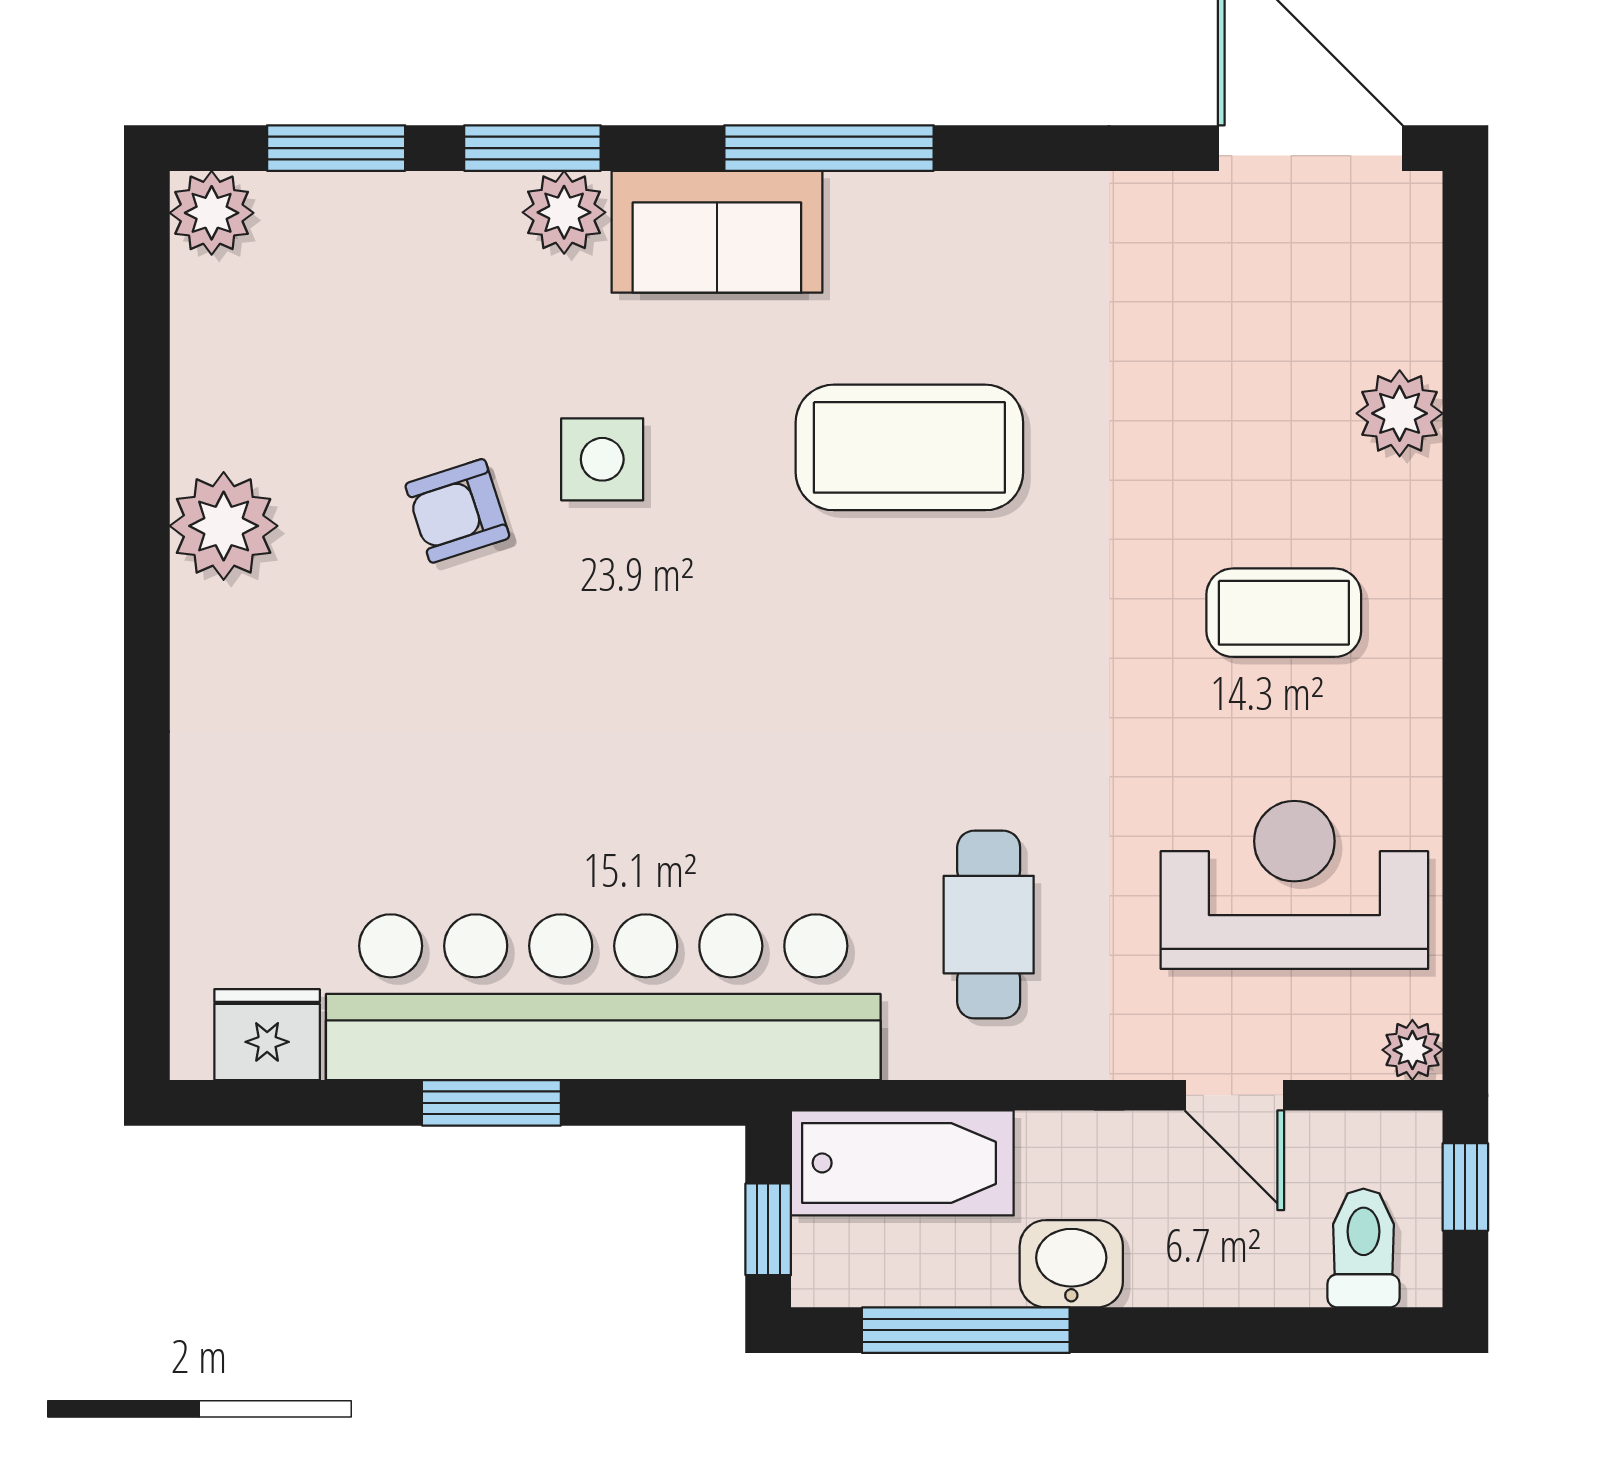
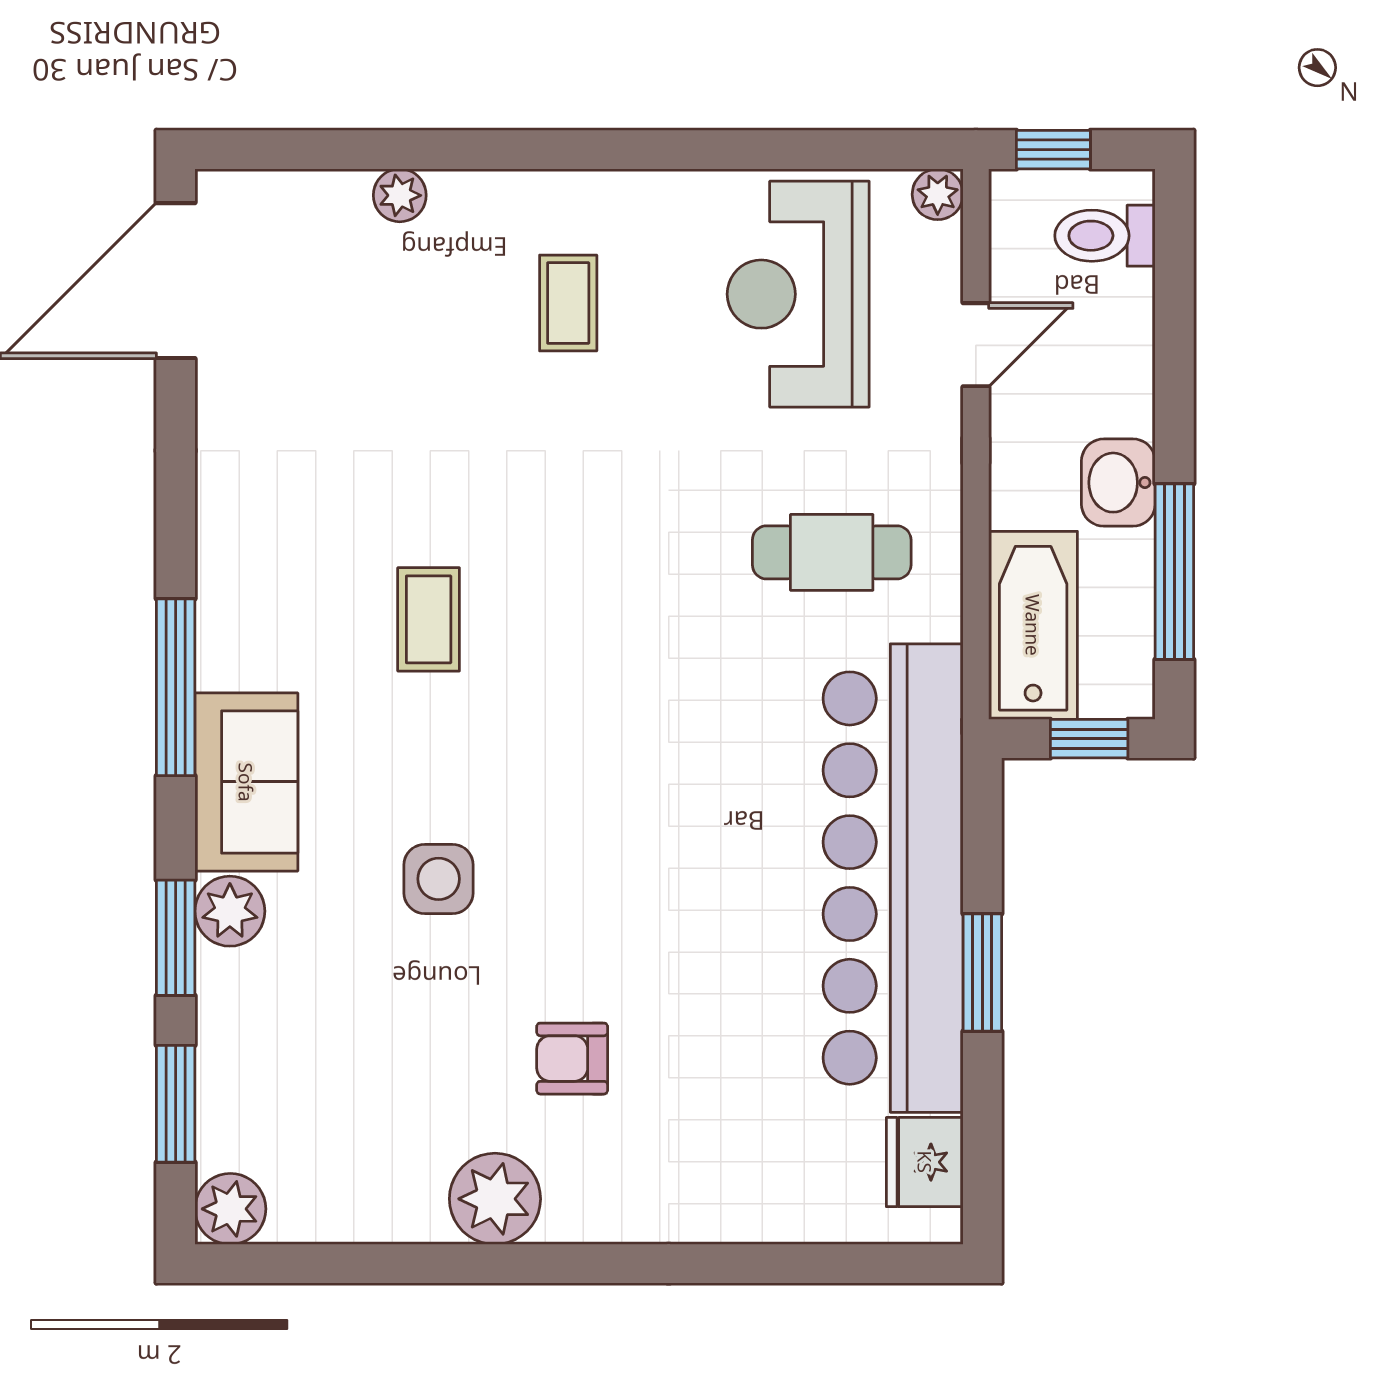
plant: (1400, 413) -> (400, 195), width x0.73, depth x0.73
coffee table: (909, 447) -> (429, 619), width x0.54, depth x0.58
armchair: (457, 511) -> (572, 1059), moved, turned 108
coffee table: (1284, 613) -> (568, 303), width x0.73, depth x0.77

